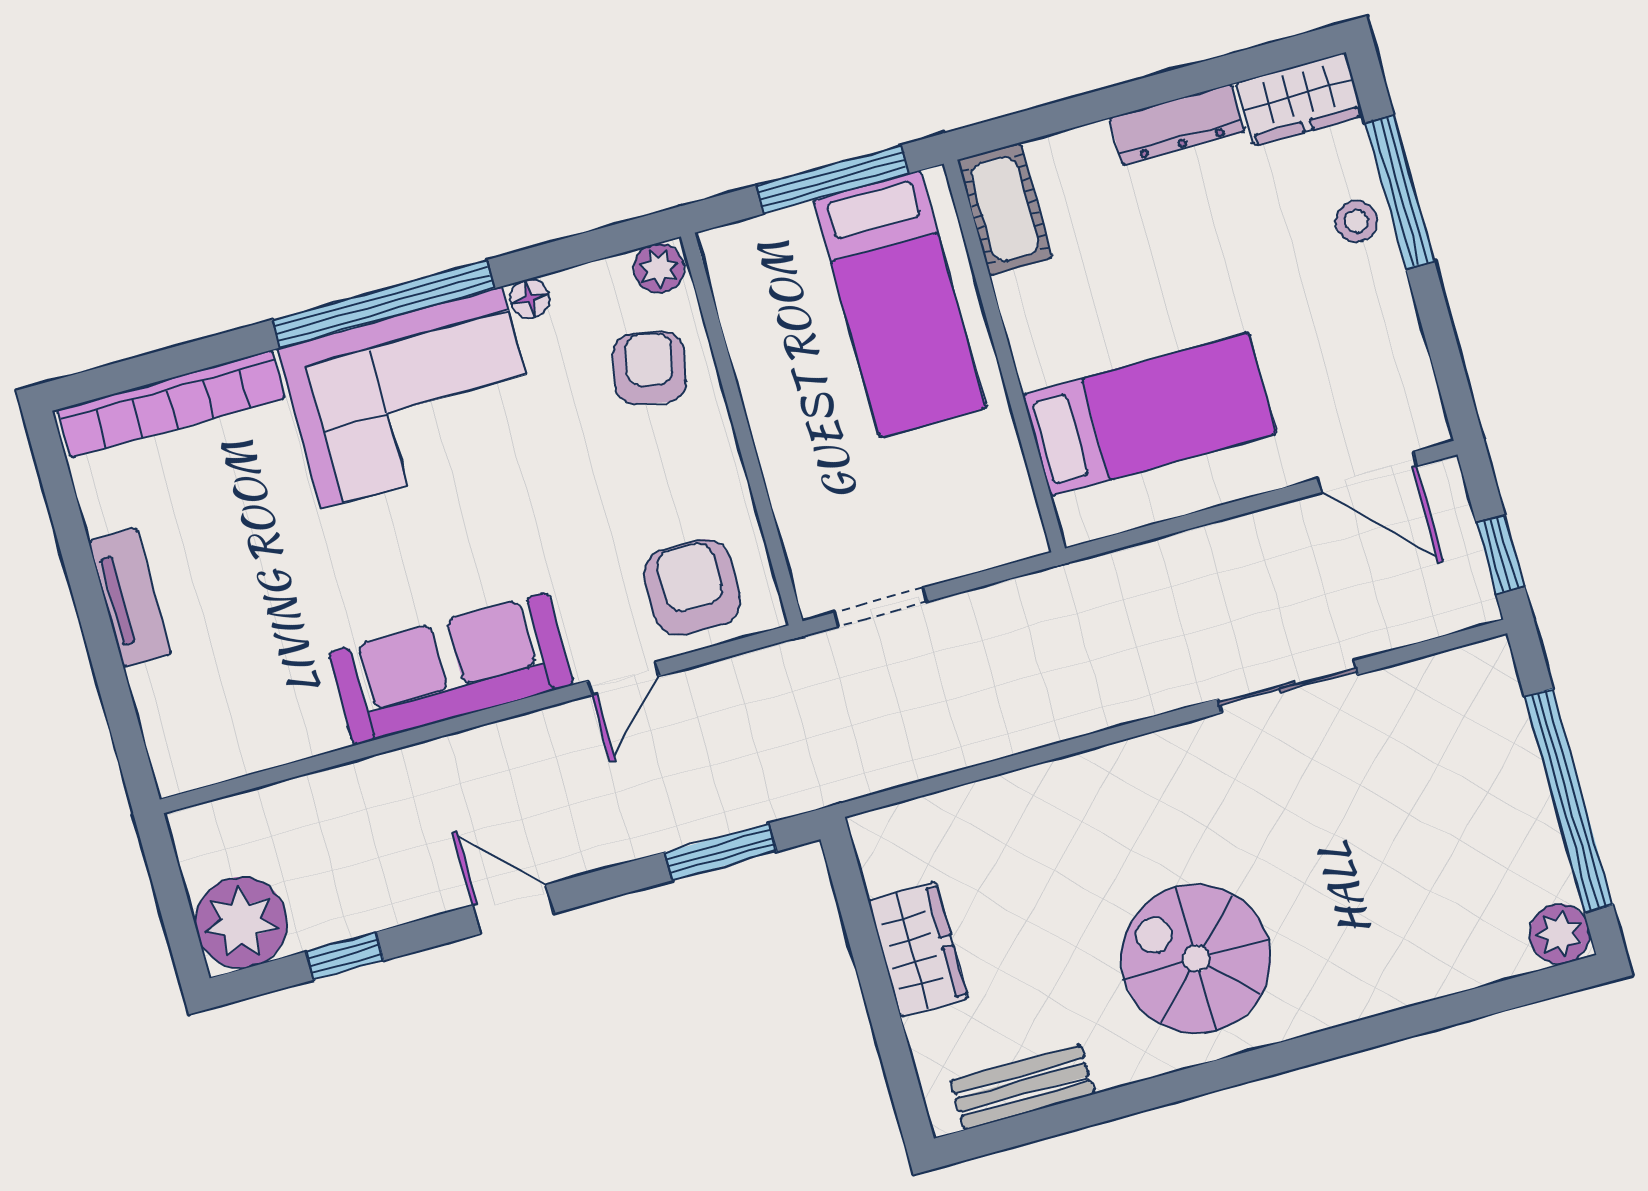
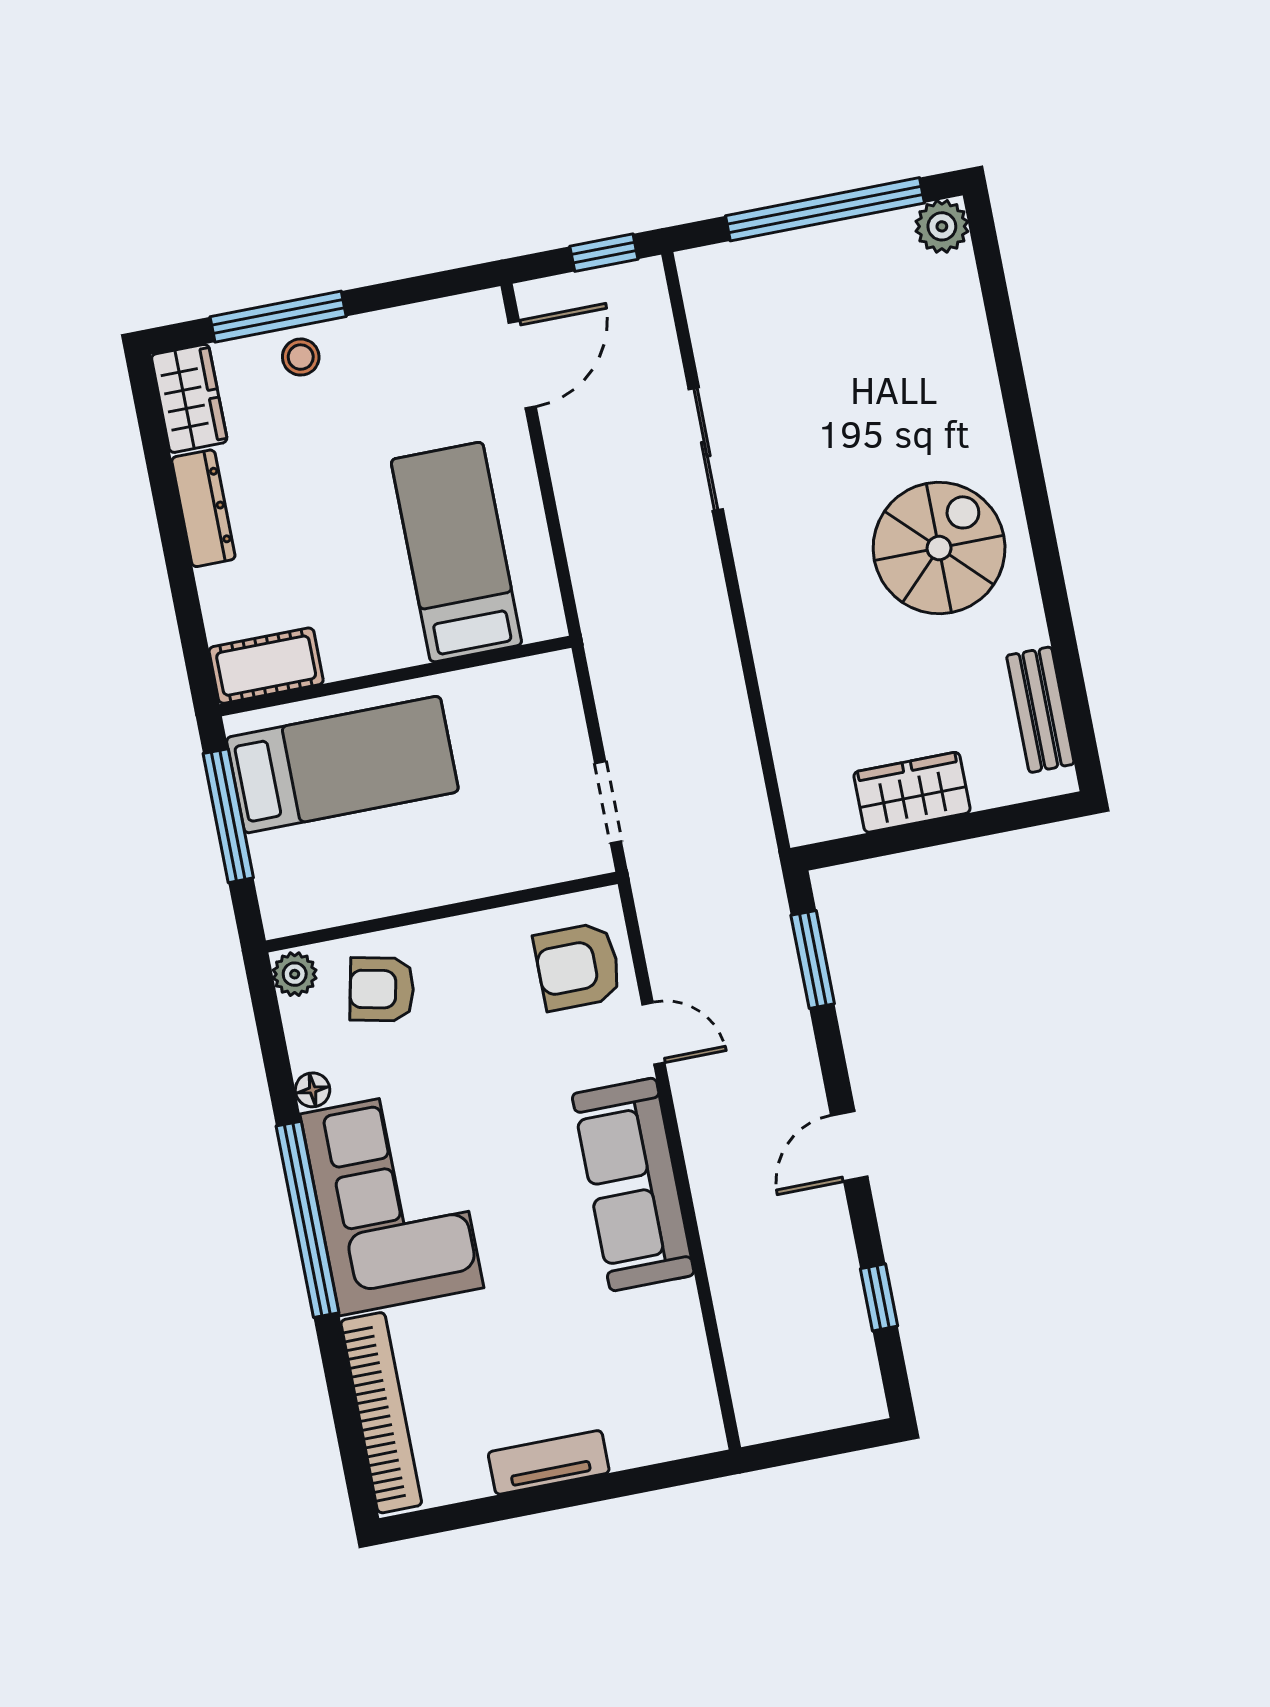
plant: (241, 922) -> (842, 1386), removed
spiral stairs: (1196, 959) -> (939, 548), turned 180

